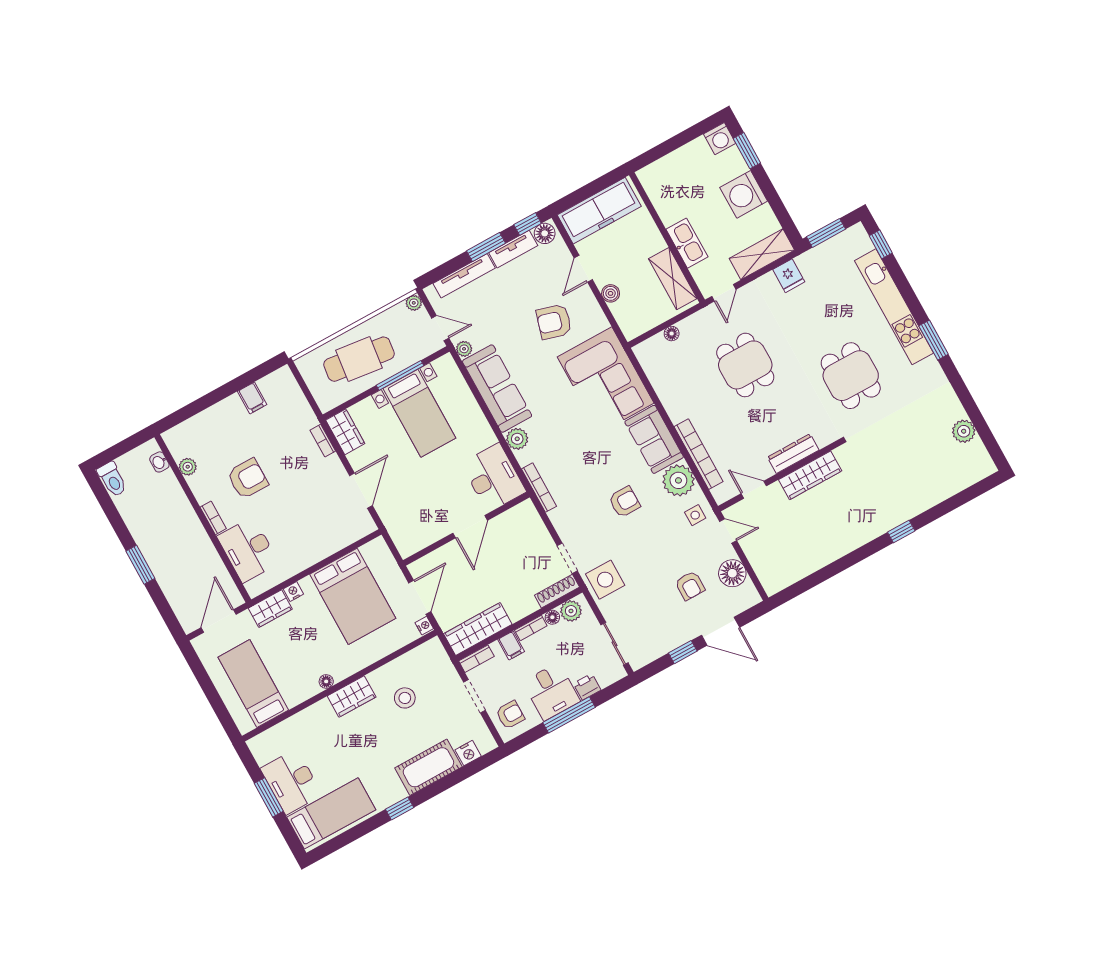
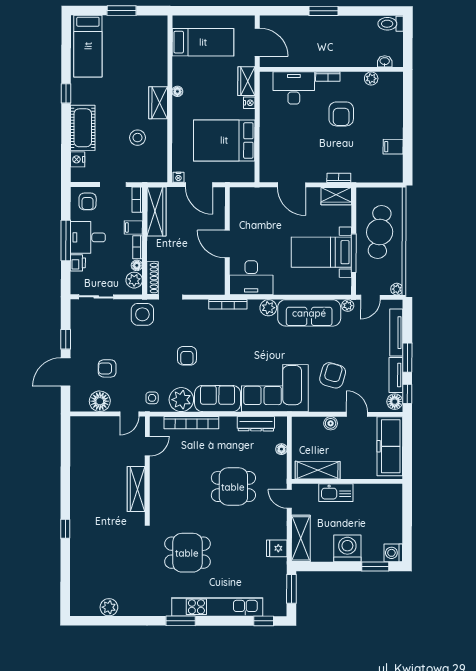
dresser: (793, 454) -> (256, 424), moved, turned 90
desk: (291, 782) -> (124, 31), removed

